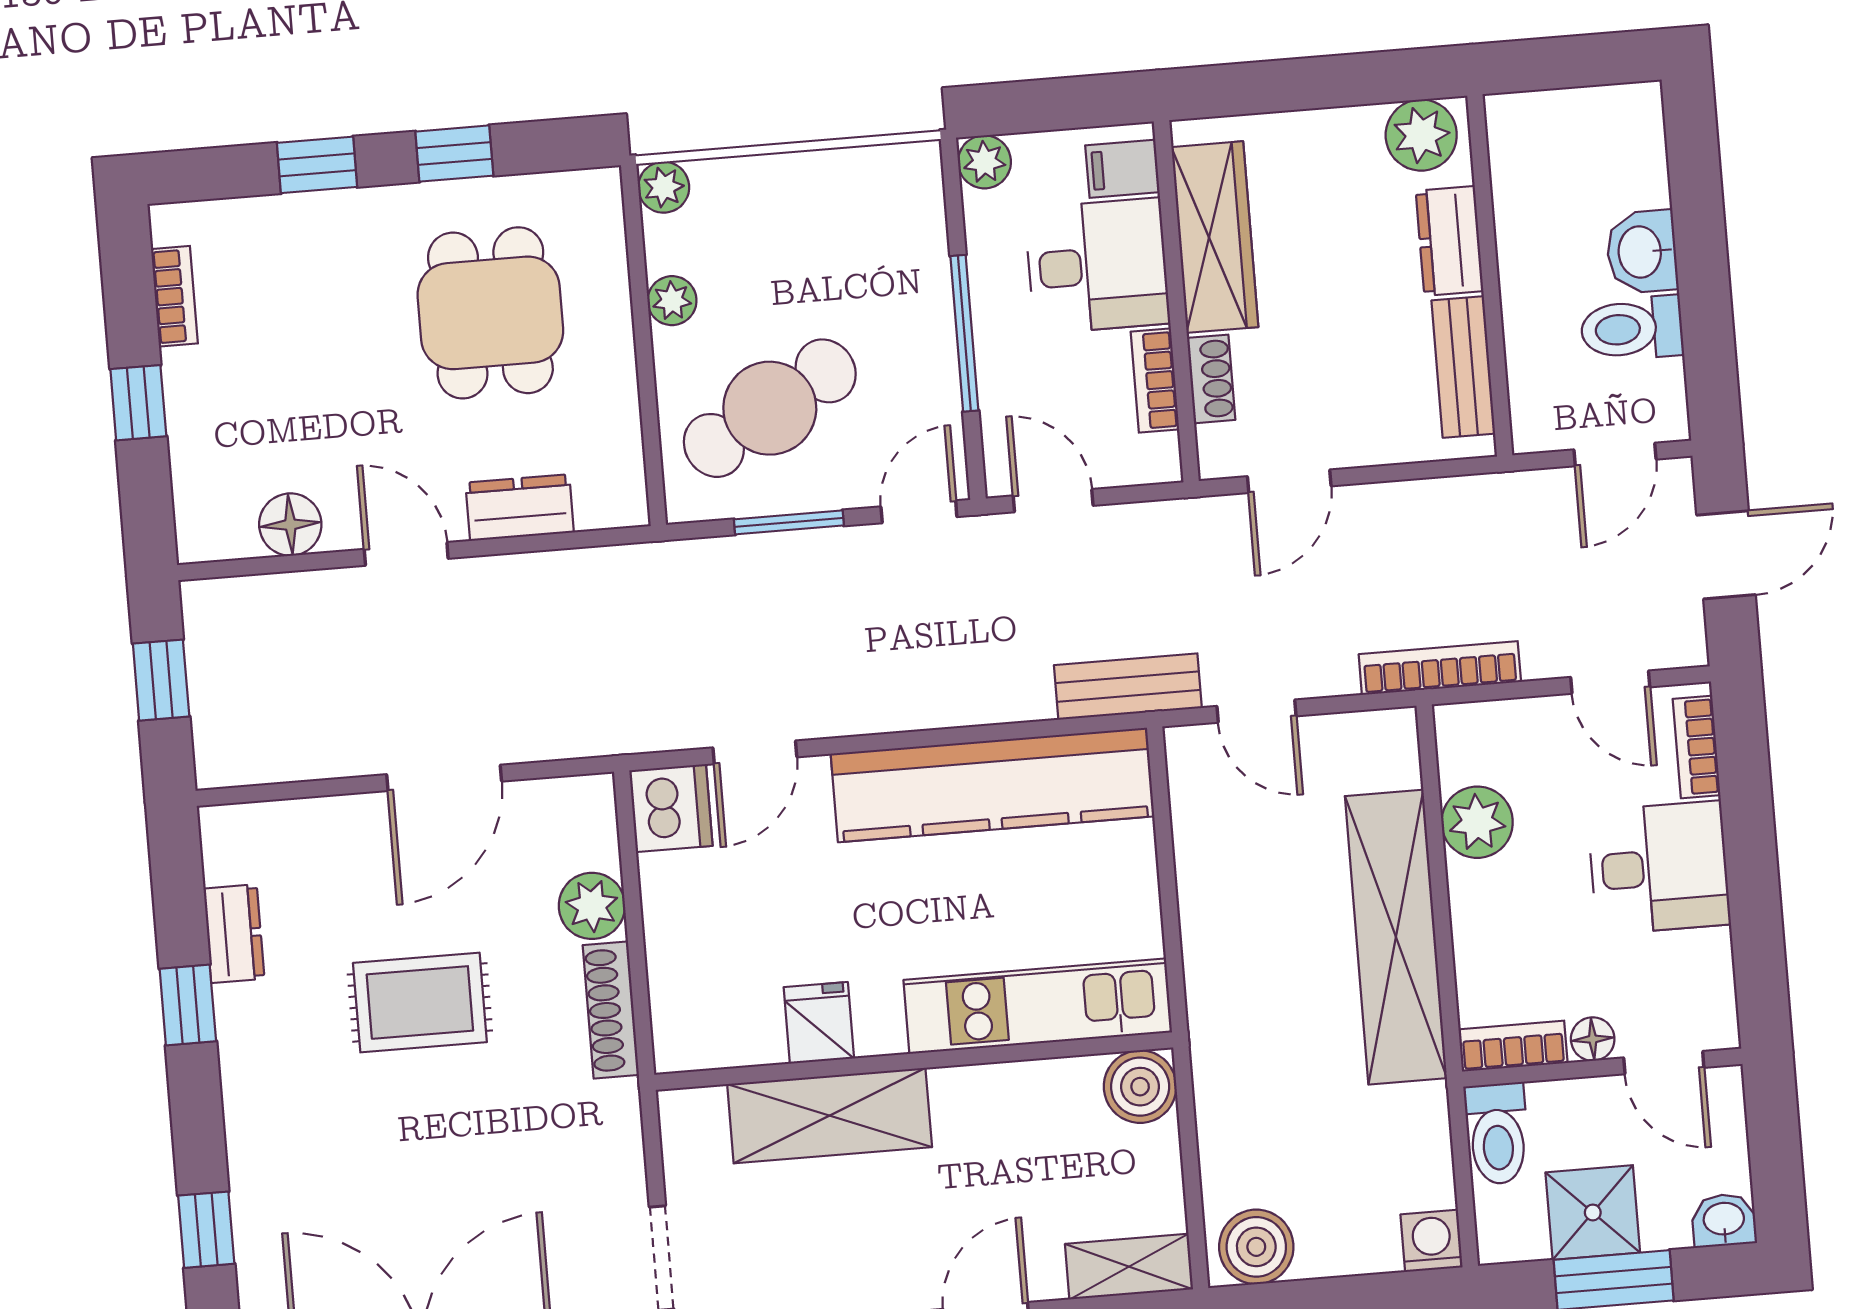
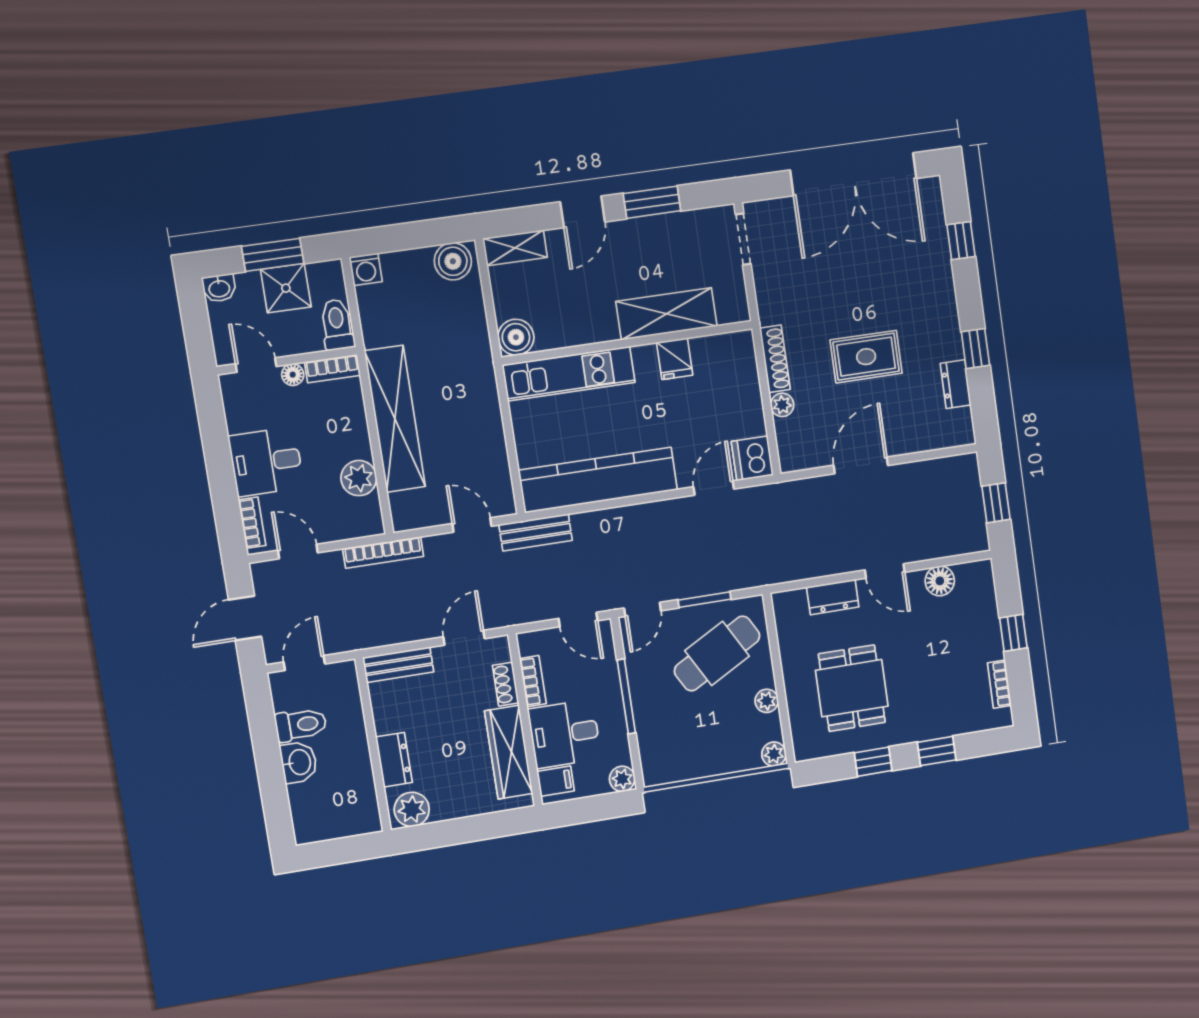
bench: (1463, 367) -> (398, 665), moved, turned 90
plant: (592, 906) -> (782, 405), width x0.73, depth x0.73

